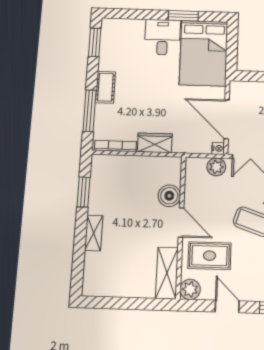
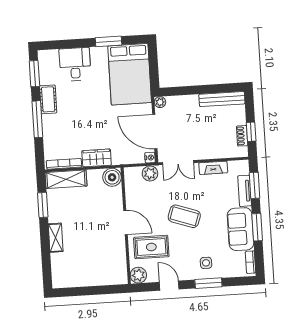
desk: (162, 37) -> (75, 64), moved
cot: (105, 87) -> (48, 99), moved
plant: (236, 87) -> (160, 102), added
window: (90, 111) -> (37, 119), moved
boiler: (169, 196) -> (112, 177), moved
shelving: (167, 273) -> (66, 179), moved, turned 90

